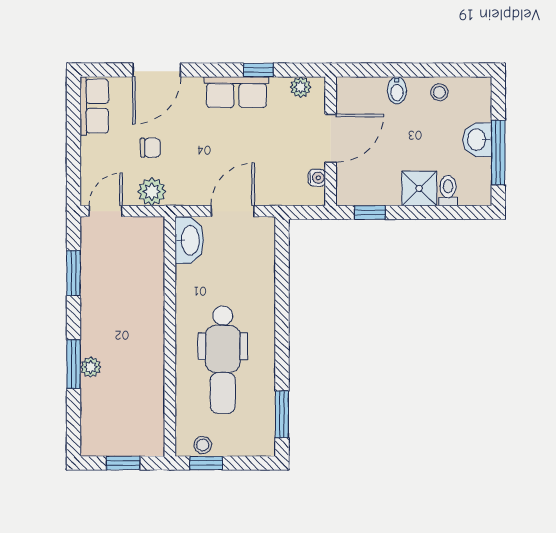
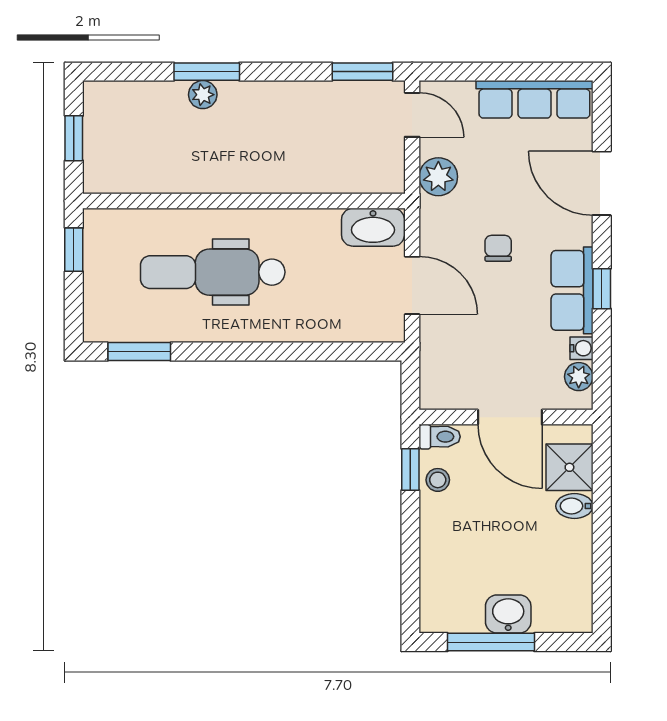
window: (258, 70) -> (602, 289), moved
stool: (439, 92) -> (438, 480), moved
row of seats: (94, 106) -> (534, 99), width x1.48
chair: (150, 148) -> (498, 248), moved, turned 180
water cooler: (317, 178) -> (581, 348), moved, turned -90
shower: (419, 188) -> (569, 467), moved
toilet: (448, 191) -> (440, 437), moved
window: (74, 273) -> (362, 72), moved
stool: (203, 445) -> (98, 245), removed

